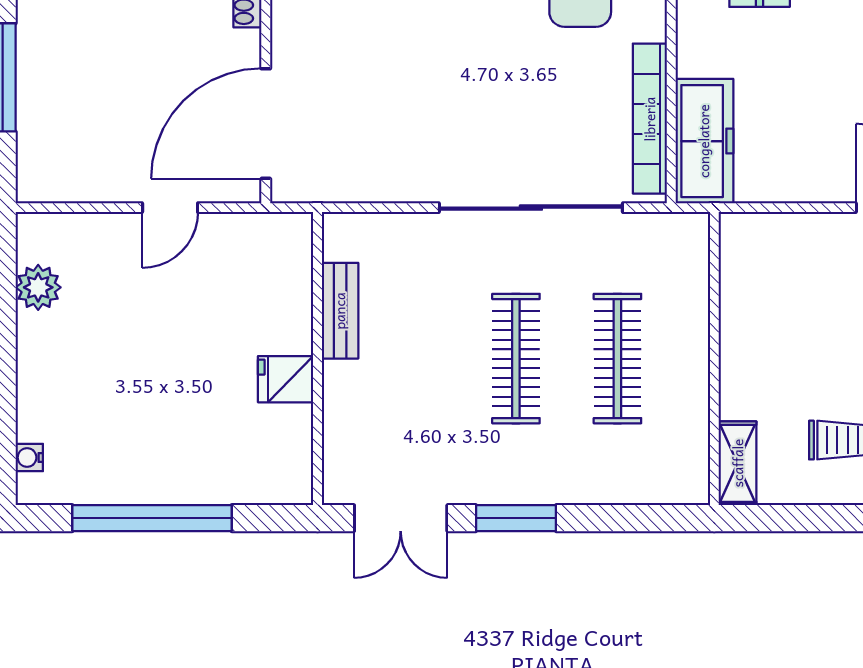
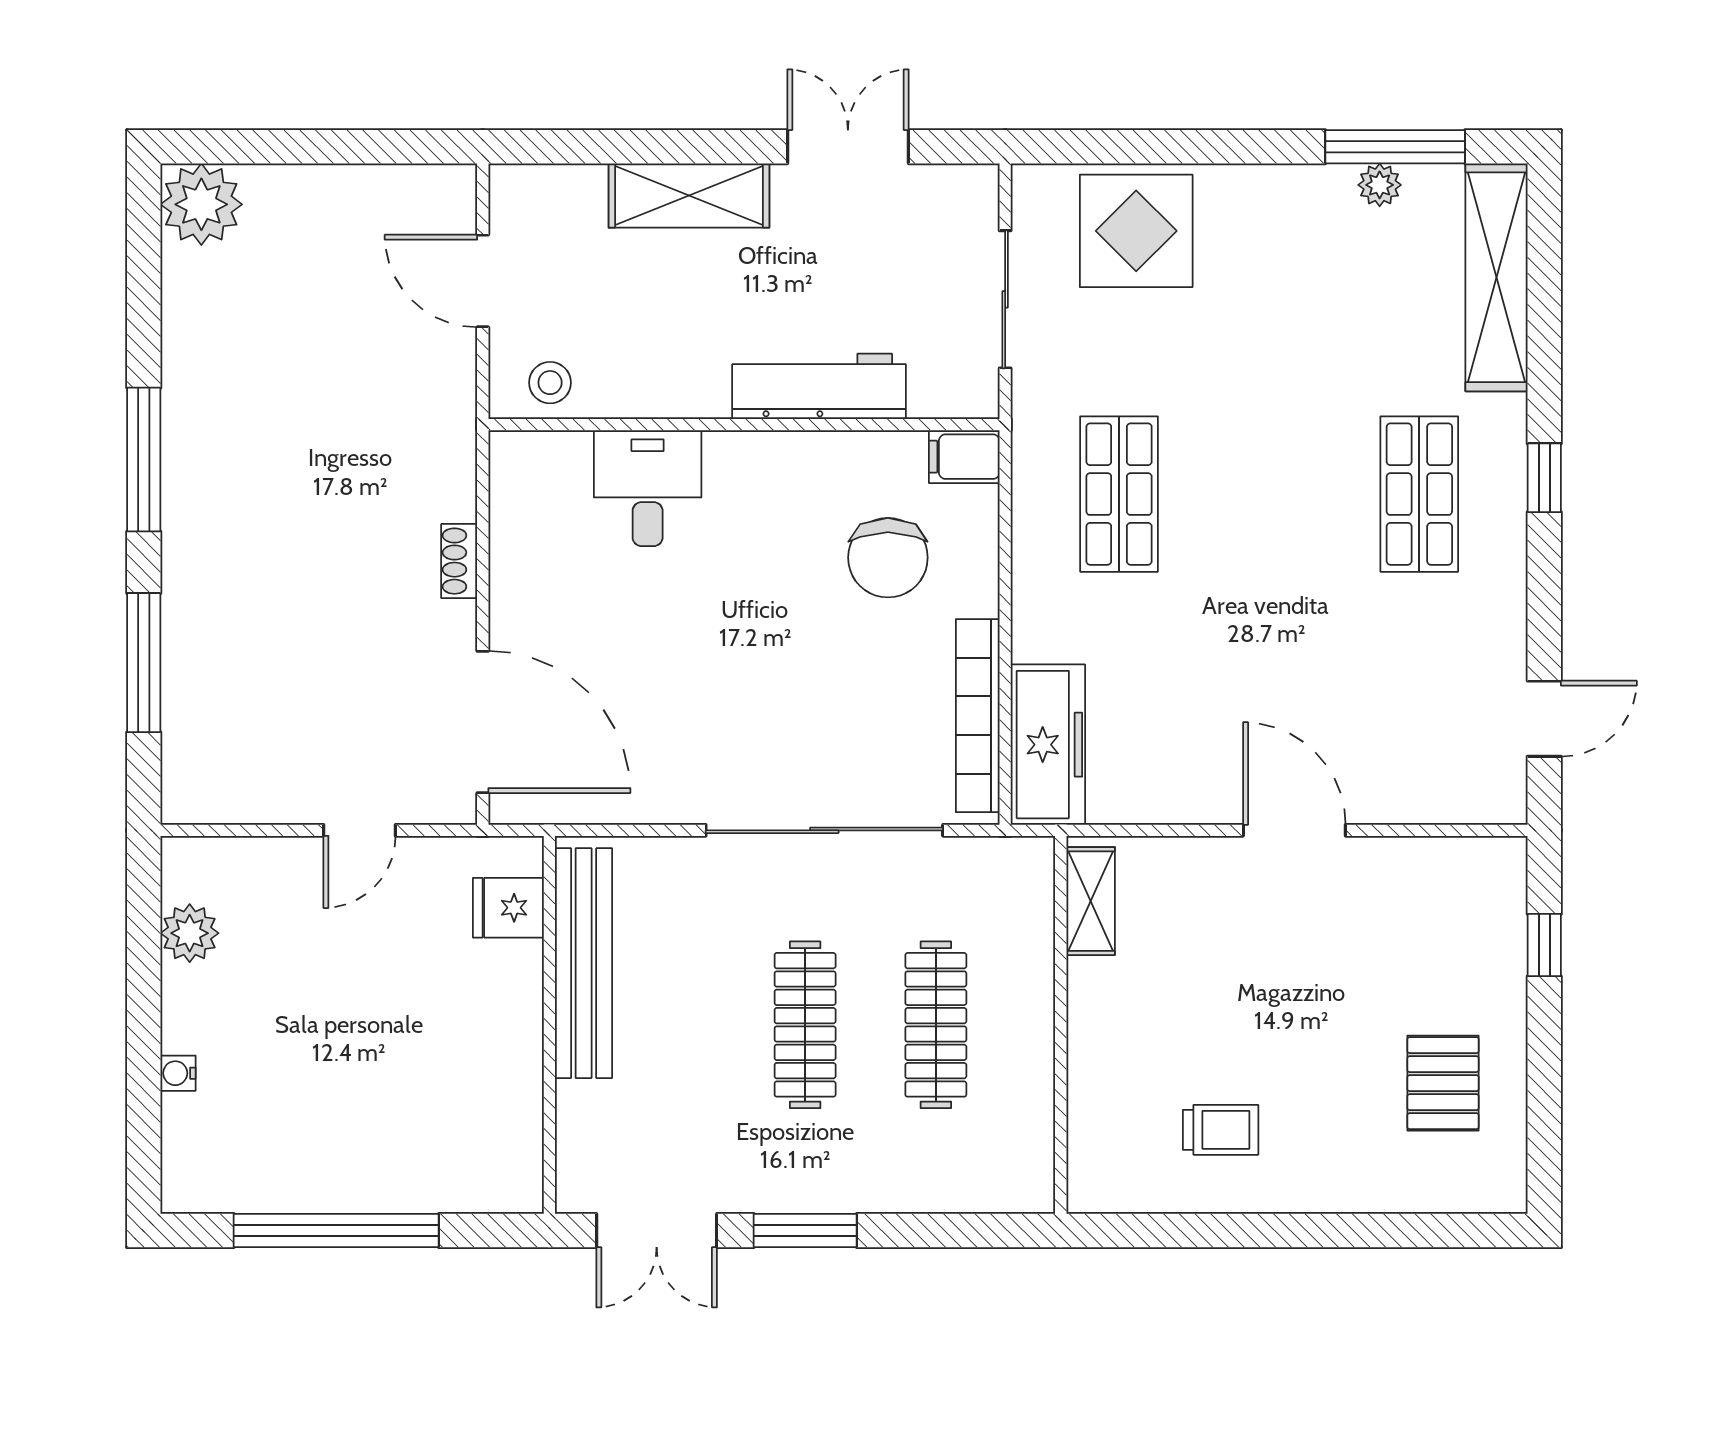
door: (266, 124) -> (483, 722), swing flipped
bench: (340, 311) -> (584, 963), width x1.86, depth x1.21
fridge: (286, 379) -> (508, 908), moved
water cooler: (29, 458) -> (178, 1073), moved
shelving: (738, 463) -> (1091, 901), moved

